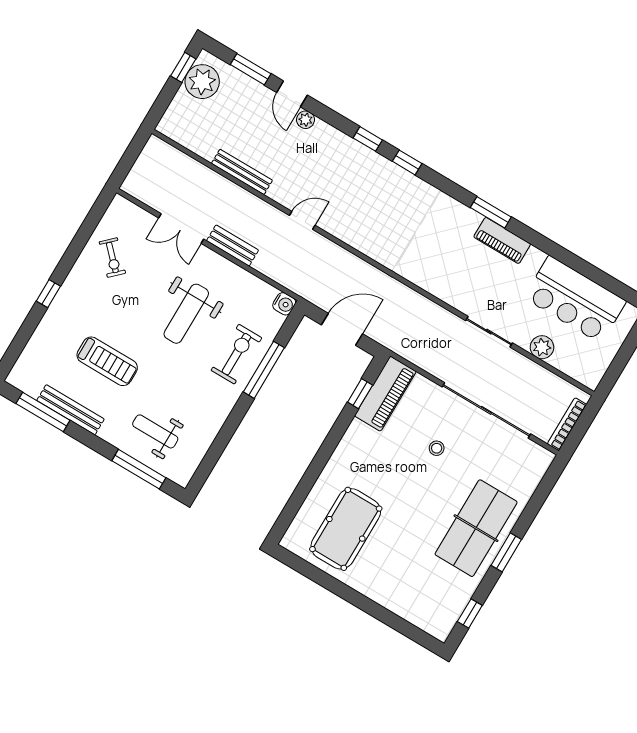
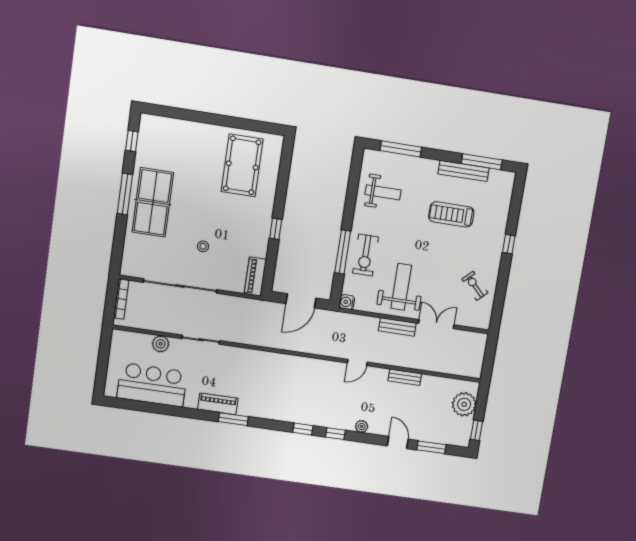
plant: (202, 82) -> (464, 404), moved
plant: (306, 120) -> (362, 426), moved
bench: (242, 172) -> (405, 377), width x0.73
weight bench: (186, 314) -> (401, 287), moved
window: (360, 394) -> (276, 229), moved
piano: (385, 394) -> (255, 277), width x0.73, depth x0.75
weight bench: (155, 431) -> (383, 192), moved
window: (506, 552) -> (125, 194), width x1.44

